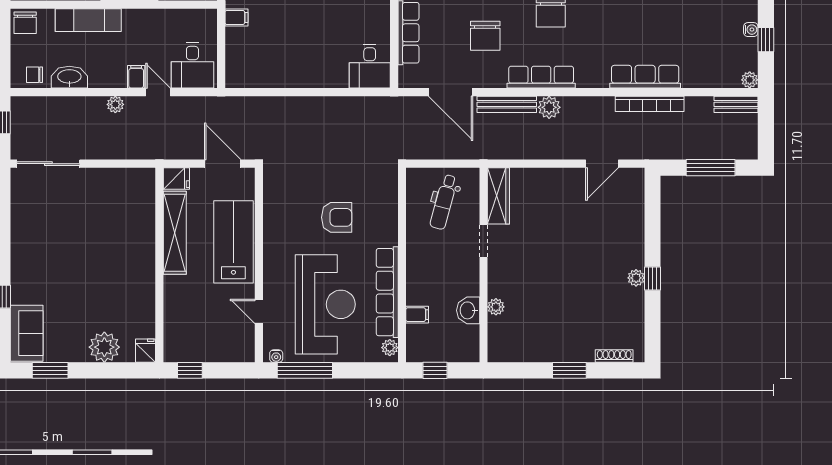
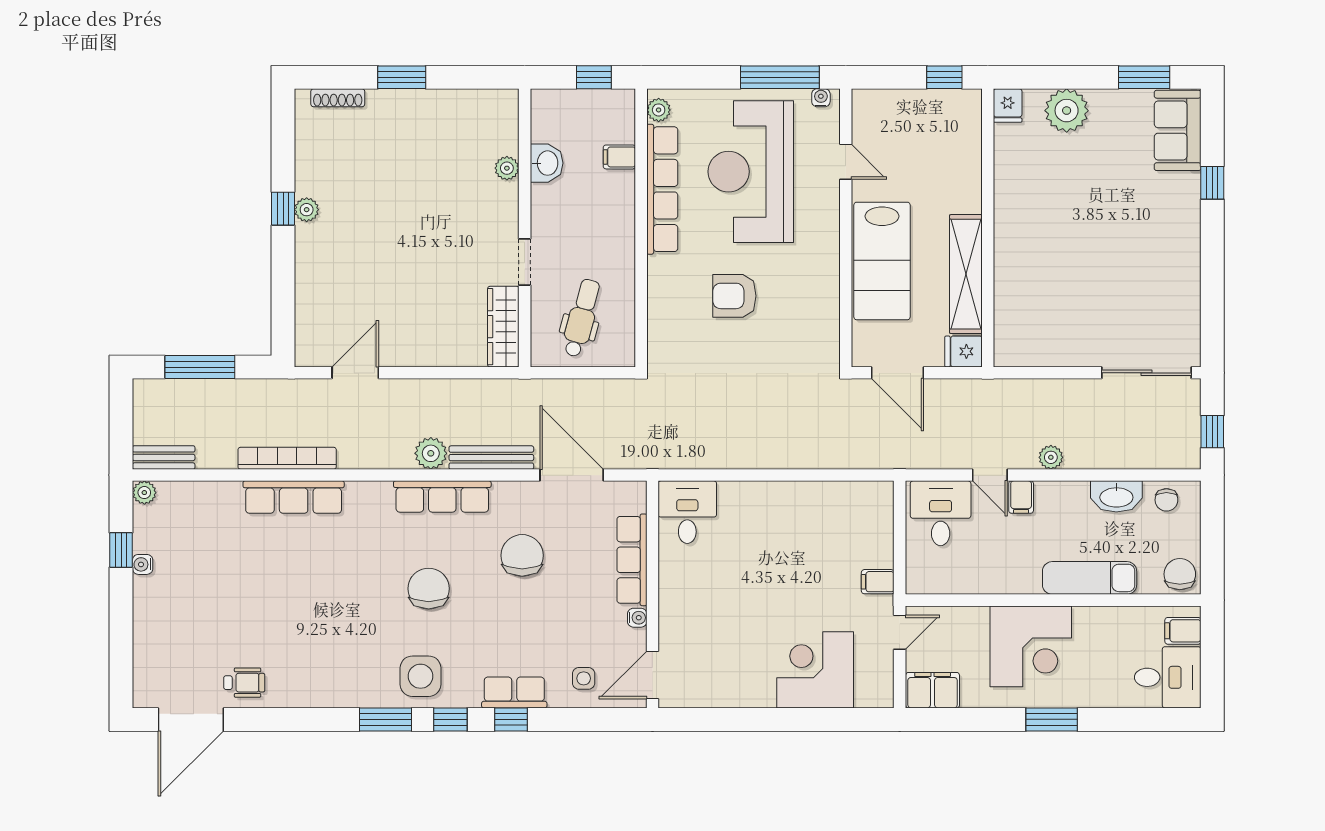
chair: (34, 75) -> (1166, 500), turned 90

